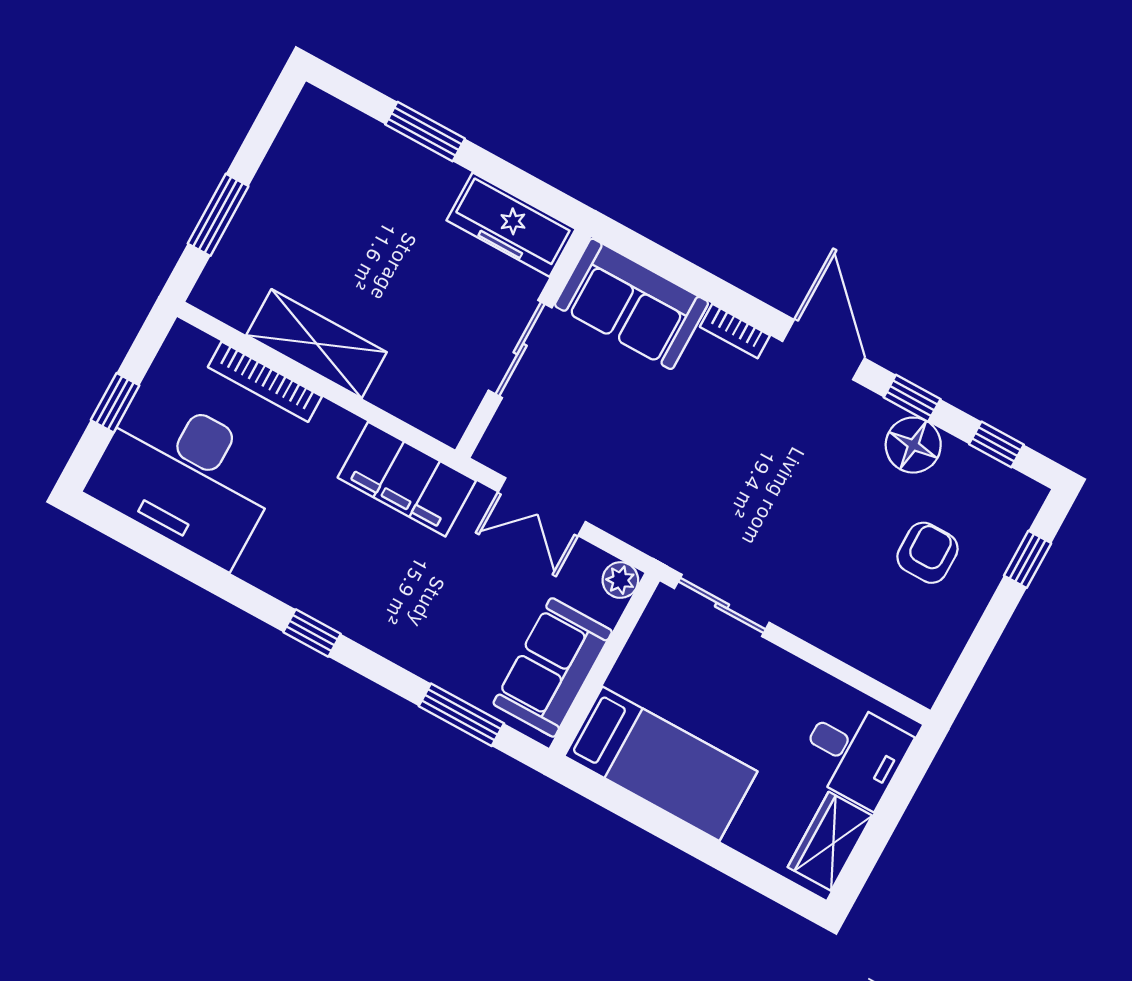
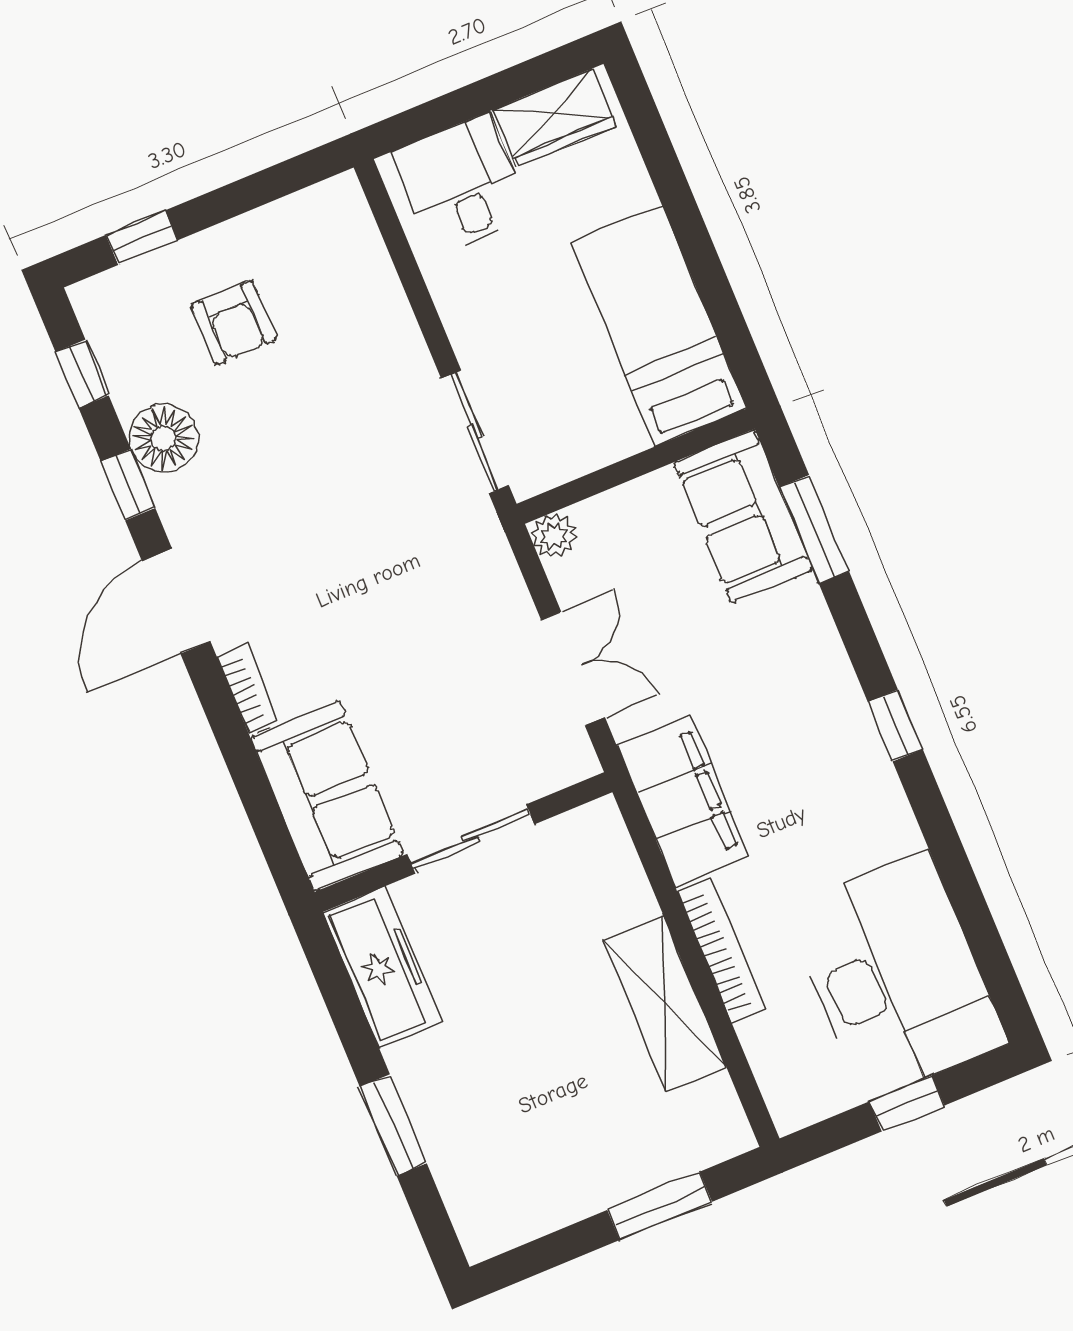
bookcase: (265, 382) -> (721, 950), moved
armchair: (927, 553) -> (234, 322), turned -90
sofa: (553, 667) -> (743, 516), moved, turned 90

